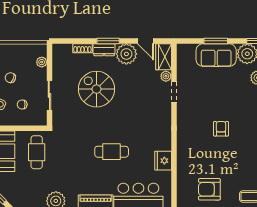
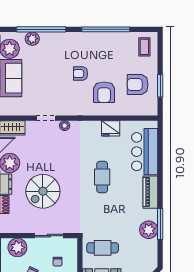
plant: (42, 62) -> (17, 247), width x1.88, depth x1.88
plant: (166, 76) -> (65, 126), moved
armchair: (201, 154) -> (104, 92), added
armchair: (209, 189) -> (138, 85), turned 90

